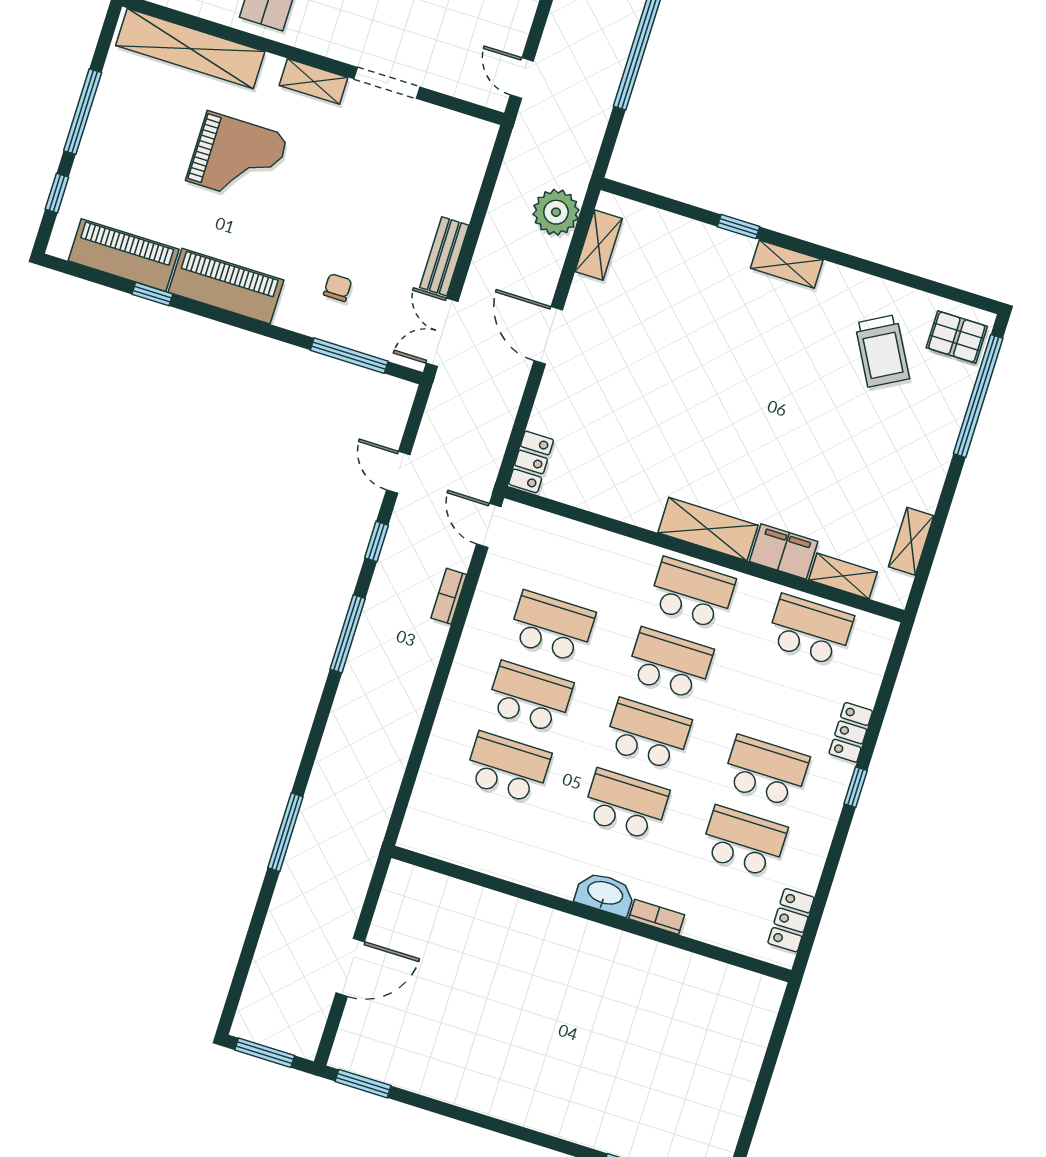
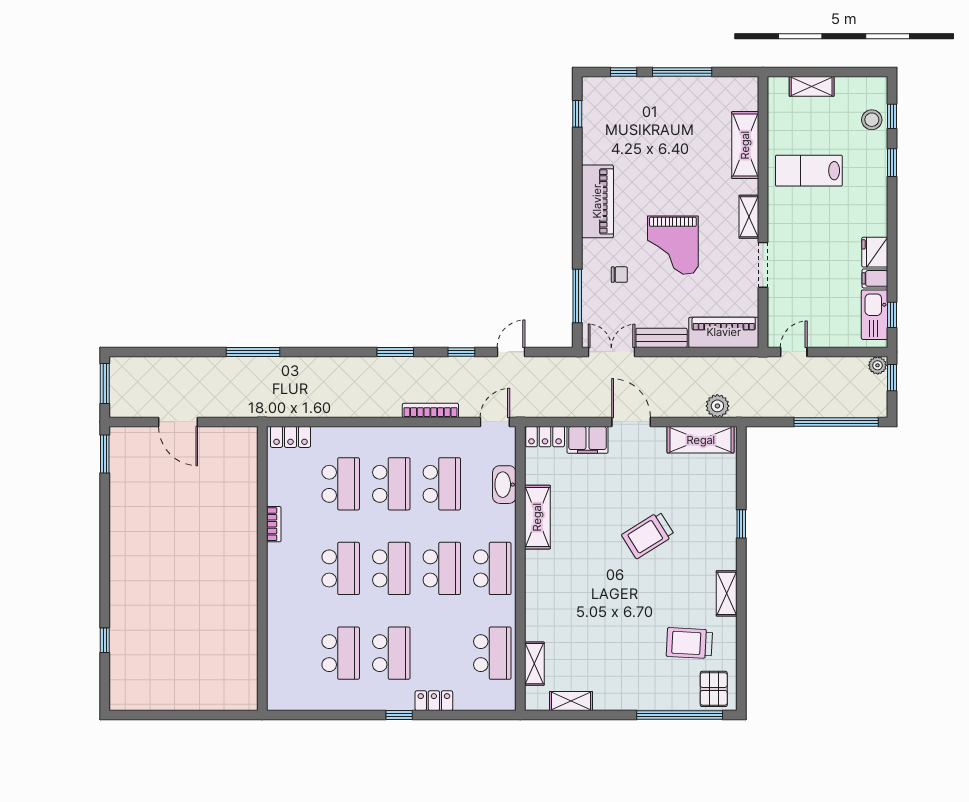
shelving: (190, 48) -> (745, 145), width x0.68
grand piano: (237, 158) -> (673, 245), moved
plant: (556, 212) -> (717, 406), width x0.73, depth x0.73
shelving: (599, 245) -> (701, 440), width x1.50, depth x1.33
piano: (124, 255) -> (724, 332), moved, turned -90
shelving: (787, 264) -> (727, 593), moved
window: (152, 294) -> (577, 114), moved
door: (548, 335) -> (631, 422), hinge flipped
trolley: (882, 351) -> (689, 643), turned 32
trolley: (713, 361) -> (648, 535), added
shelving: (708, 529) -> (537, 517), moved
filing cabinet: (784, 552) -> (587, 440), moved, turned 90
bookcase: (449, 596) -> (430, 410), width x1.56
window: (348, 634) -> (395, 352), width x0.69
washbasin: (605, 894) -> (504, 485), moved, turned 180
bookcase: (657, 917) -> (274, 524), moved
locker: (791, 920) -> (291, 437), moved, turned 180

